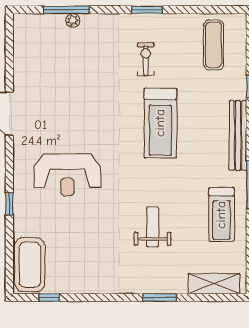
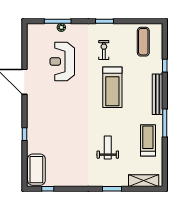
reception desk: (67, 175) -> (62, 61), moved, turned 90
treadmill: (221, 215) -> (148, 140), turned 180

